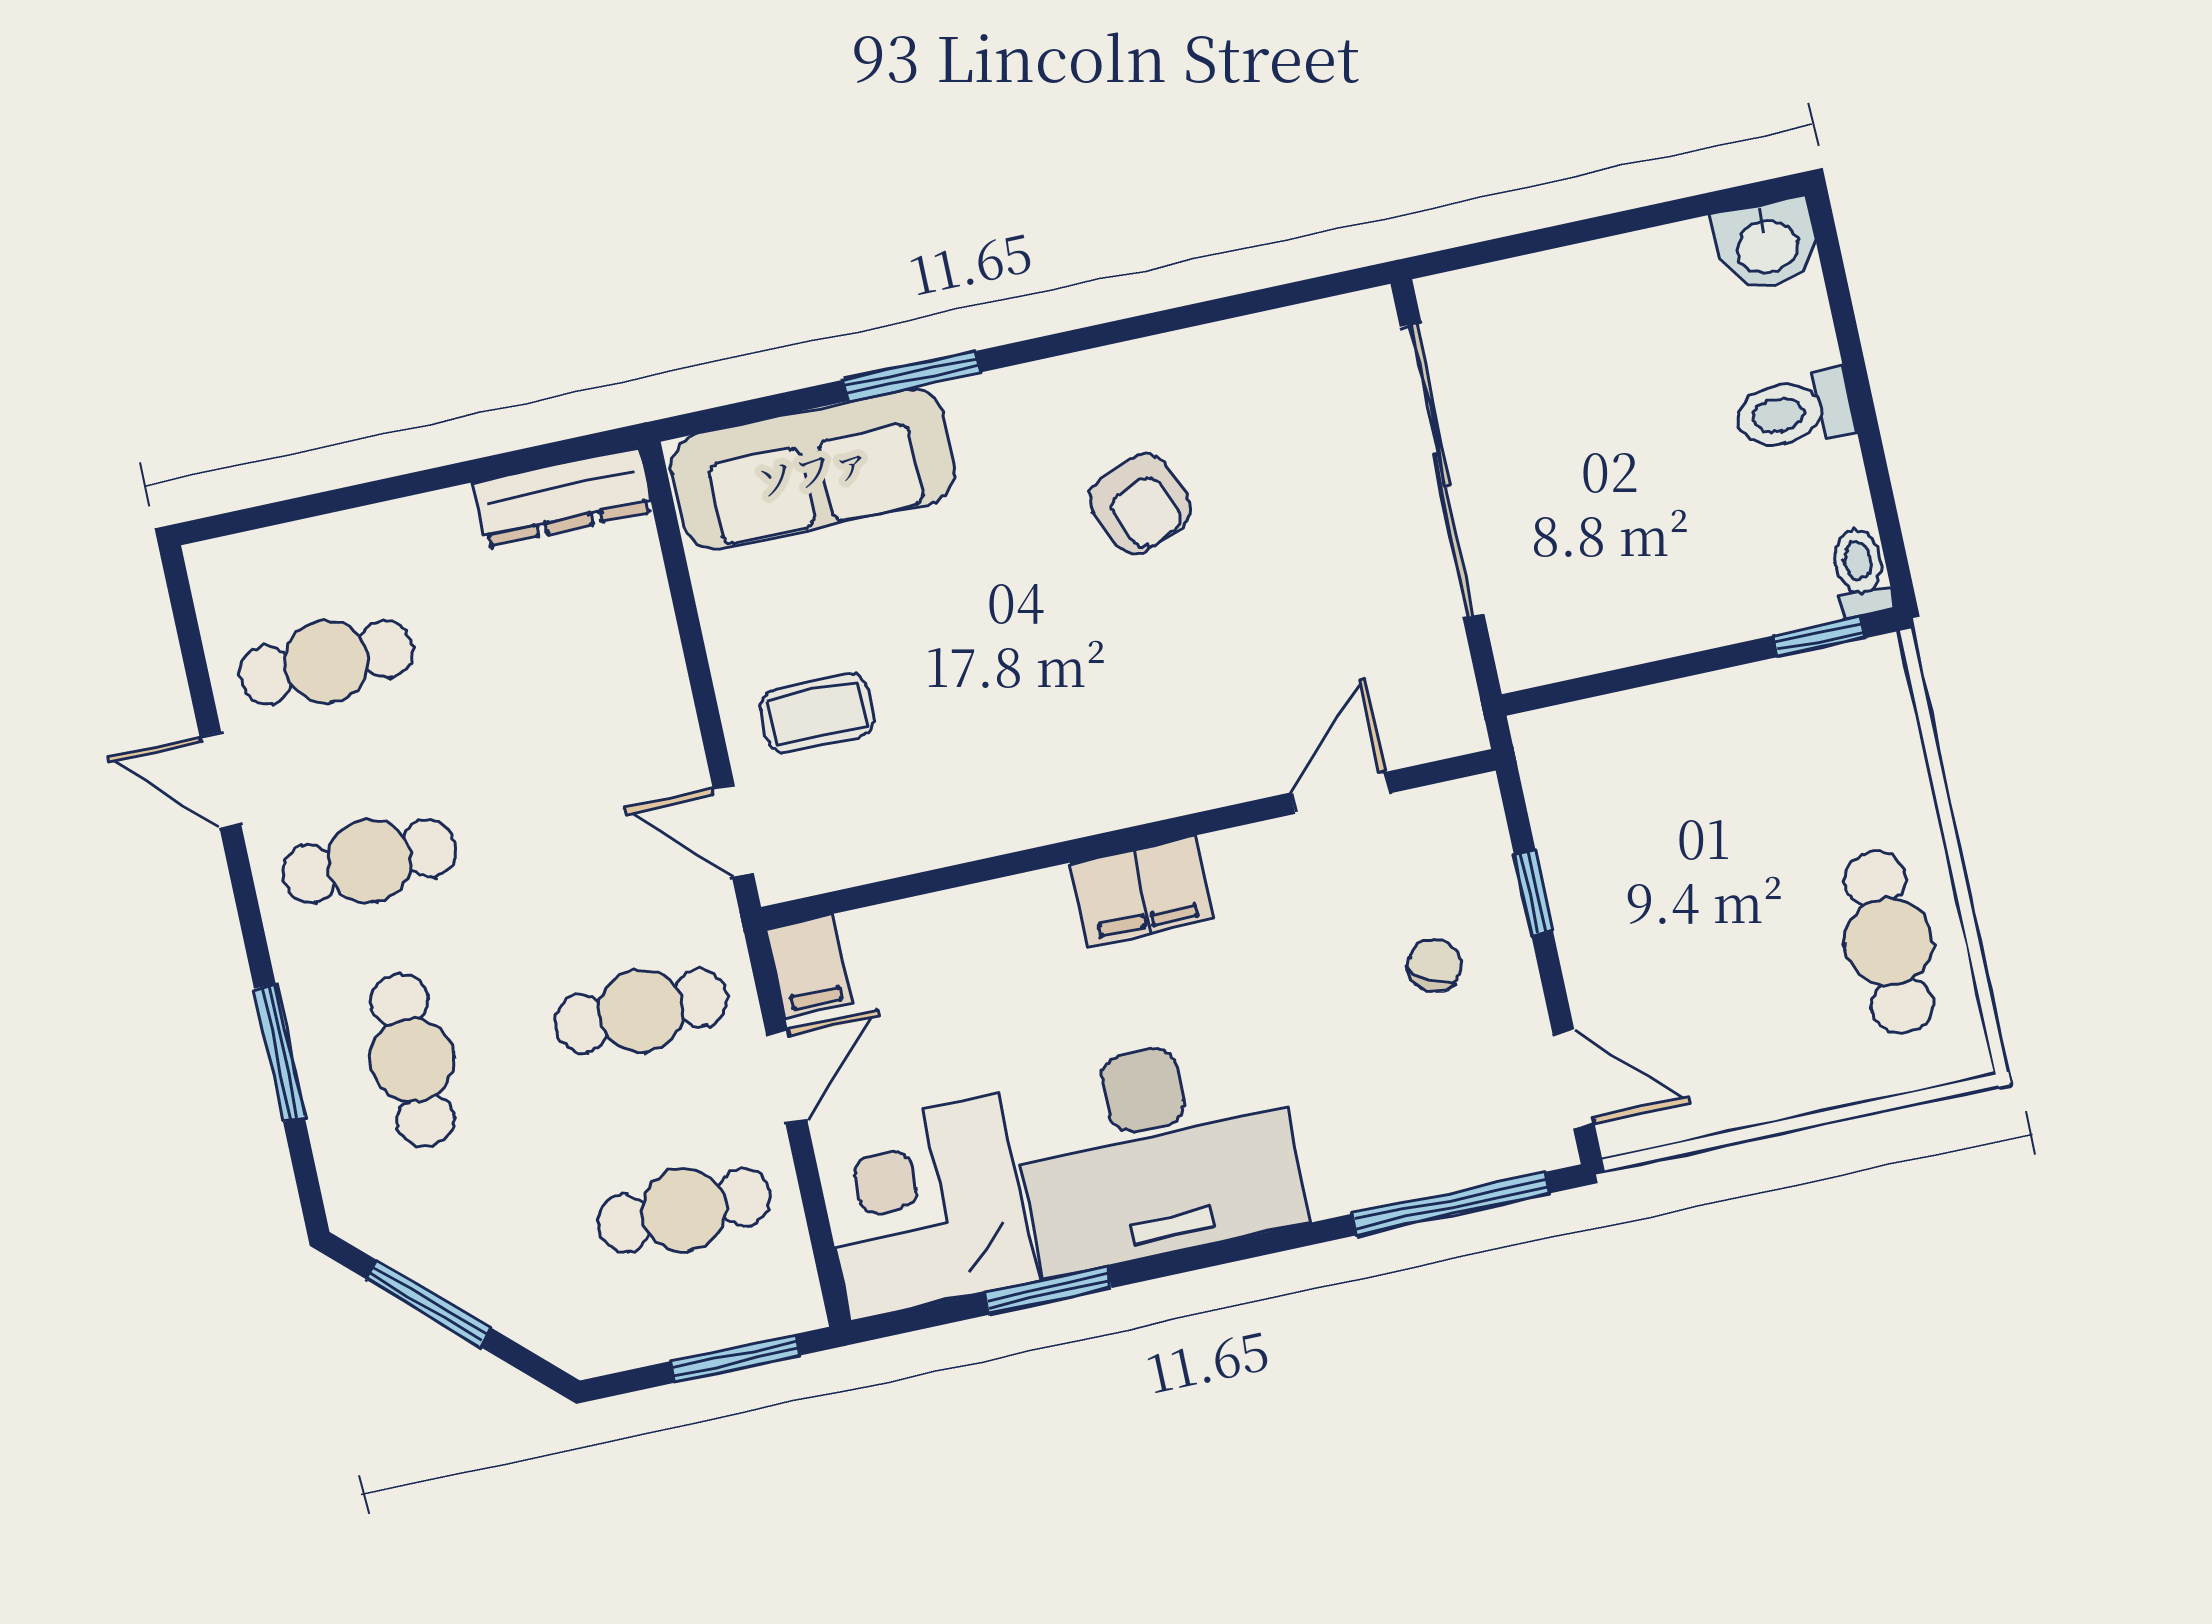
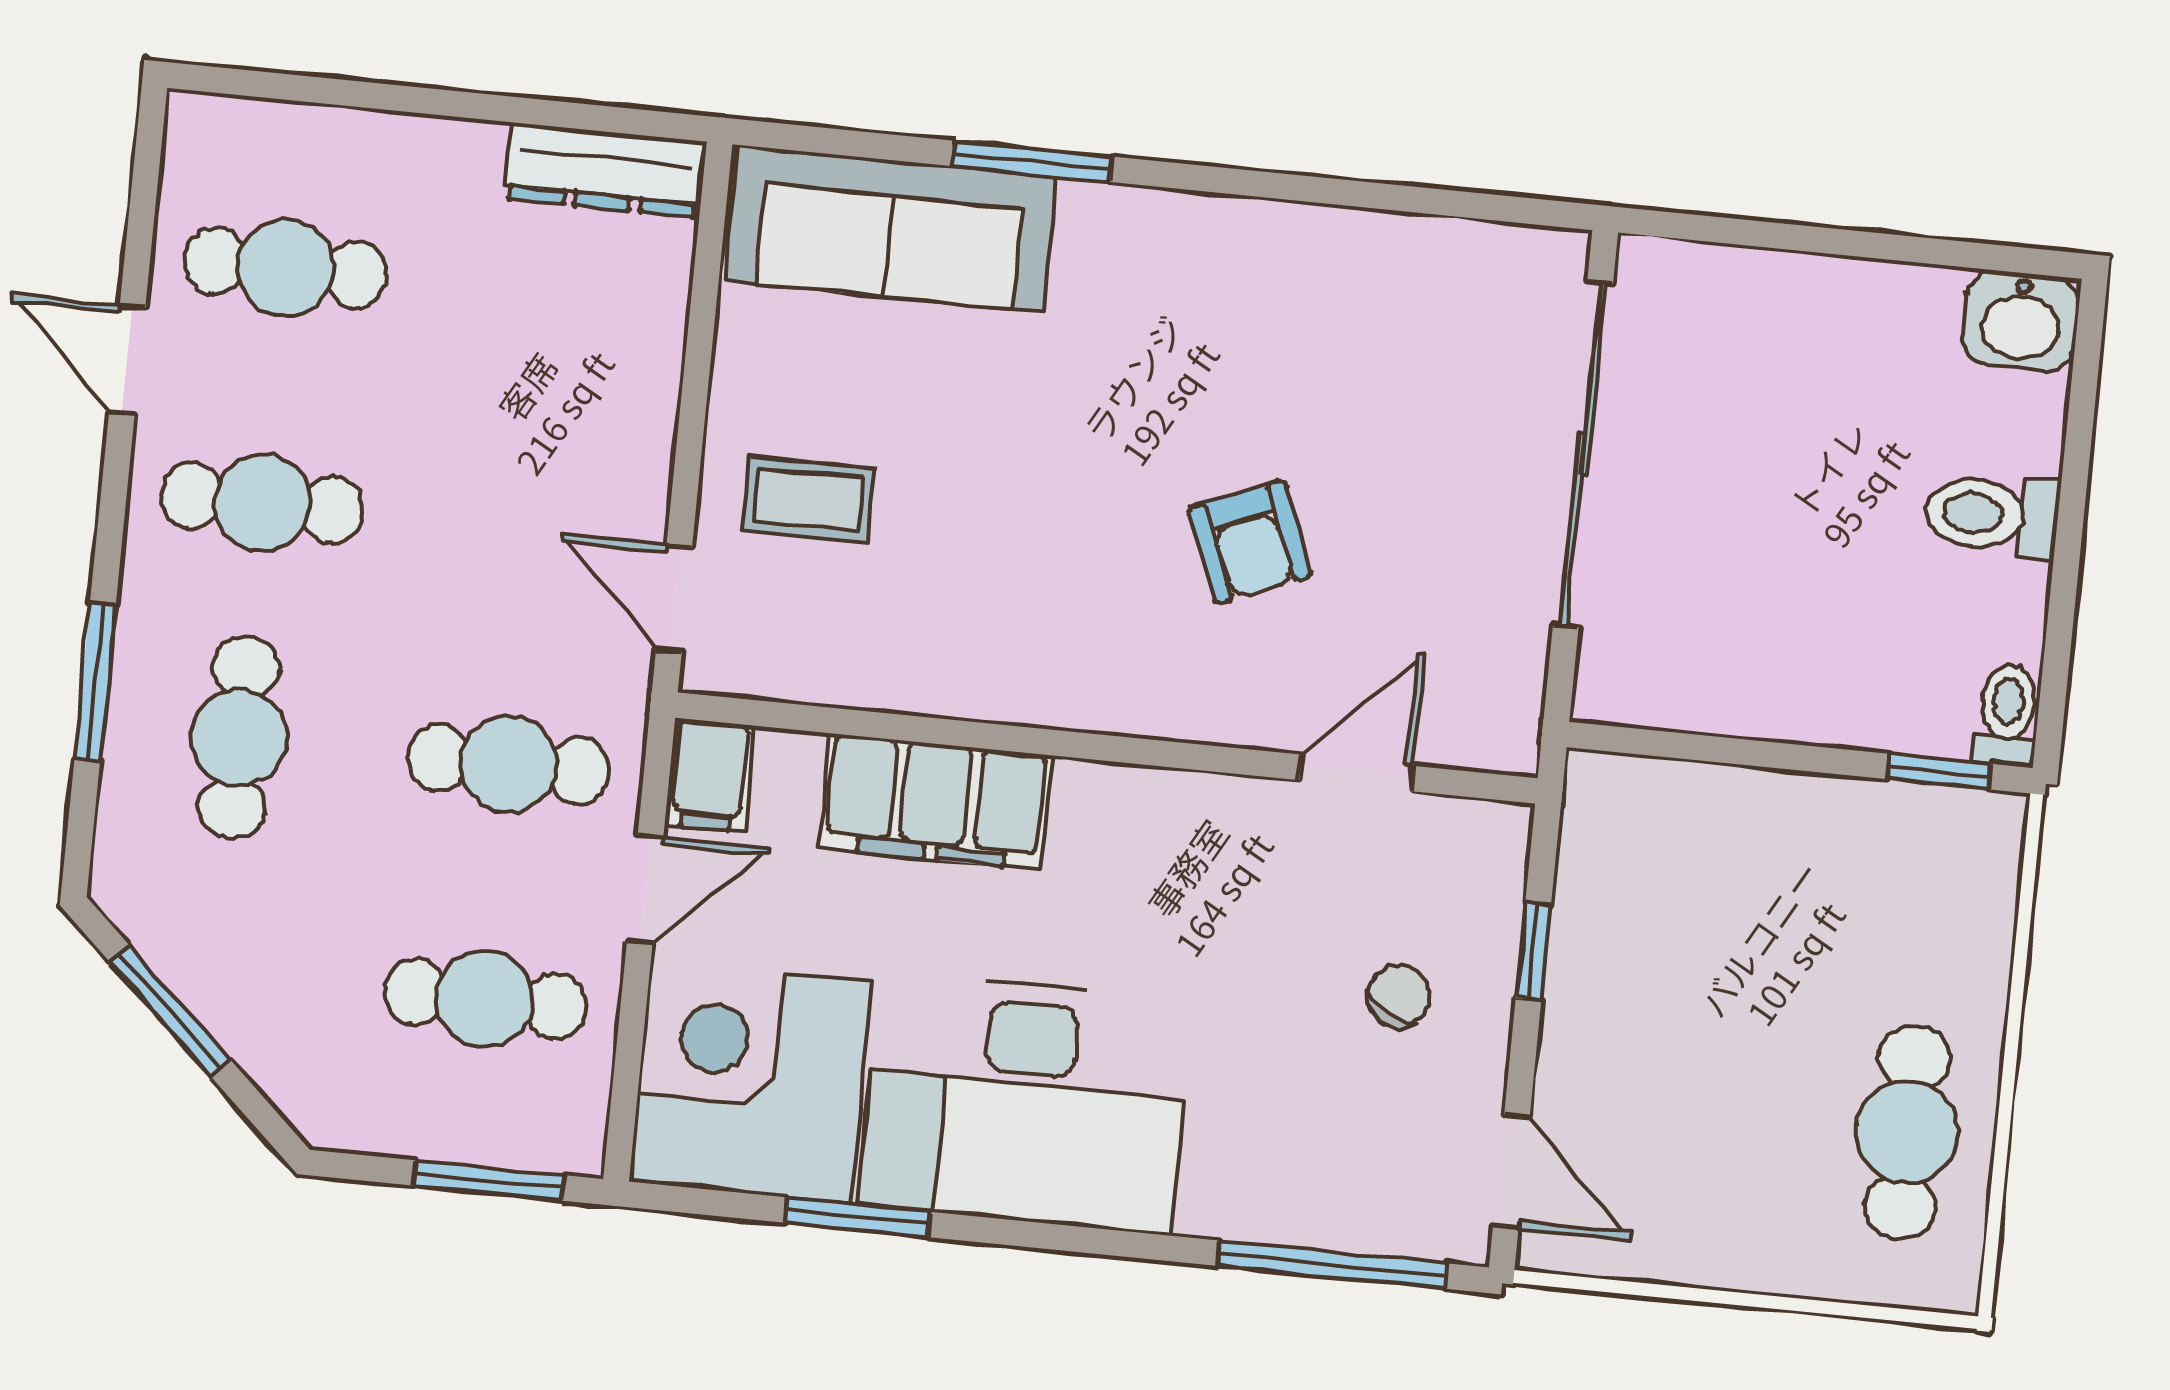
armchair: (1140, 504) -> (1250, 542), moved
filing cabinet: (1142, 891) -> (935, 802), moved, width x1.50, depth x1.17

